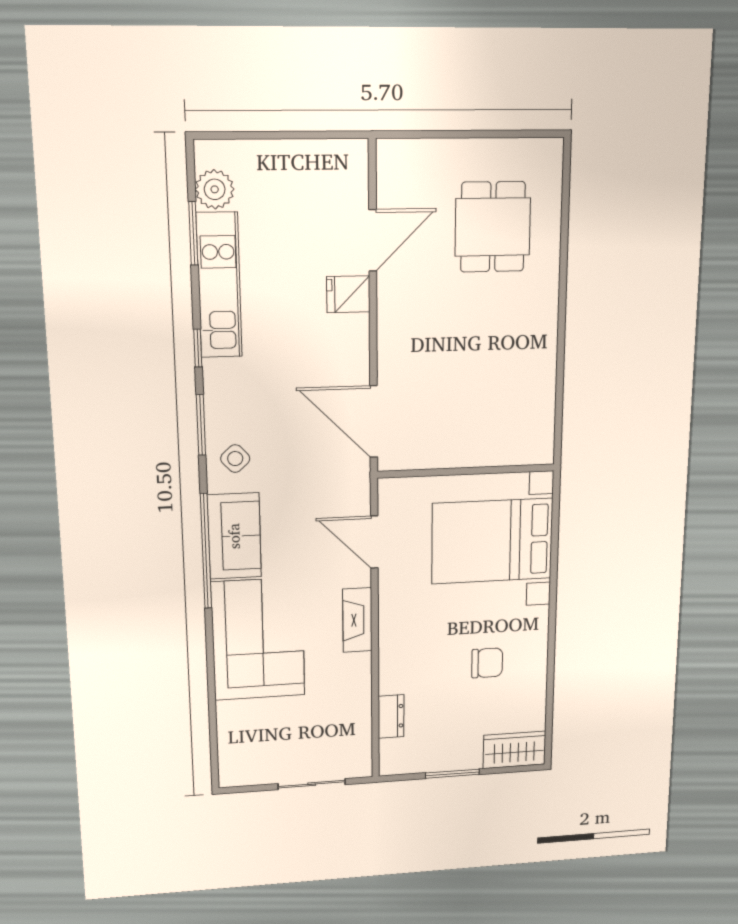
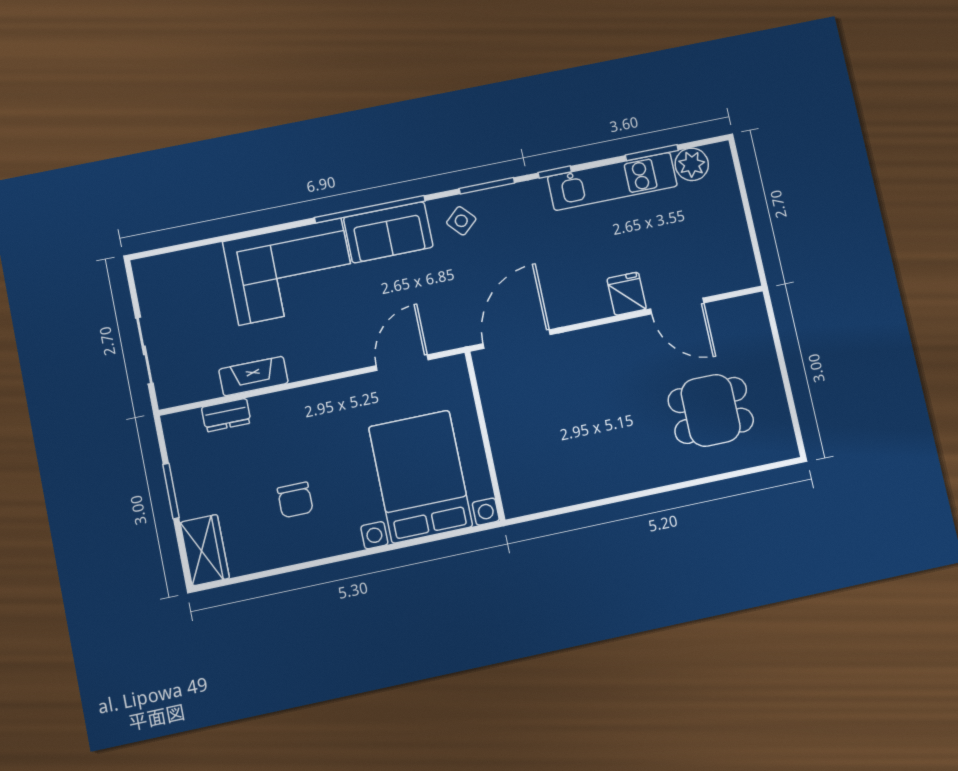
fireplace: (357, 620) -> (253, 376), moved

